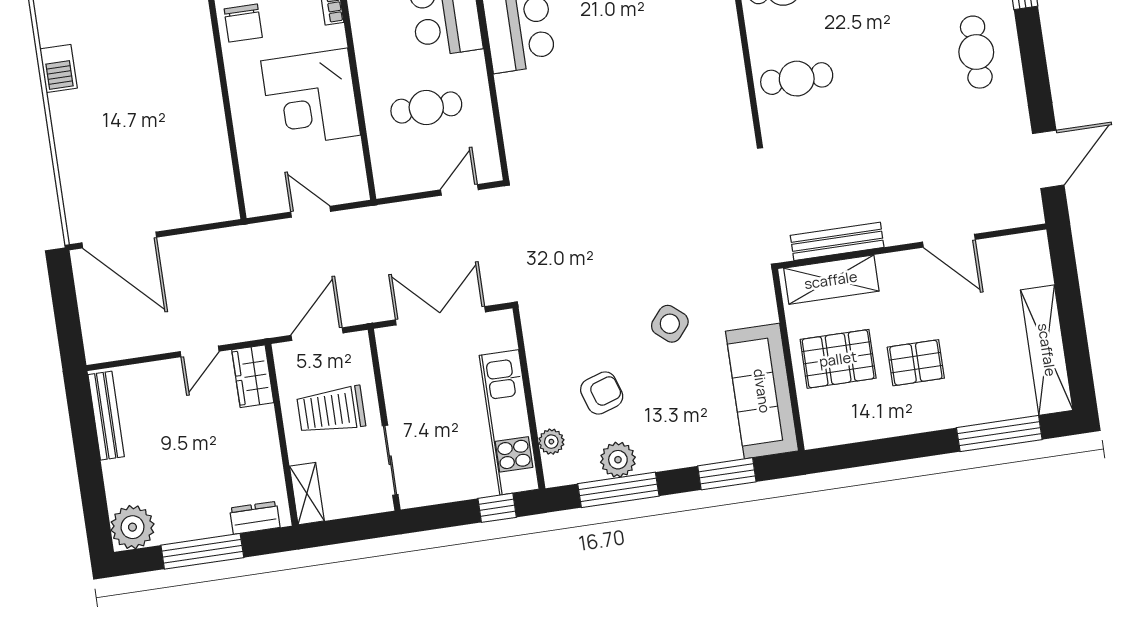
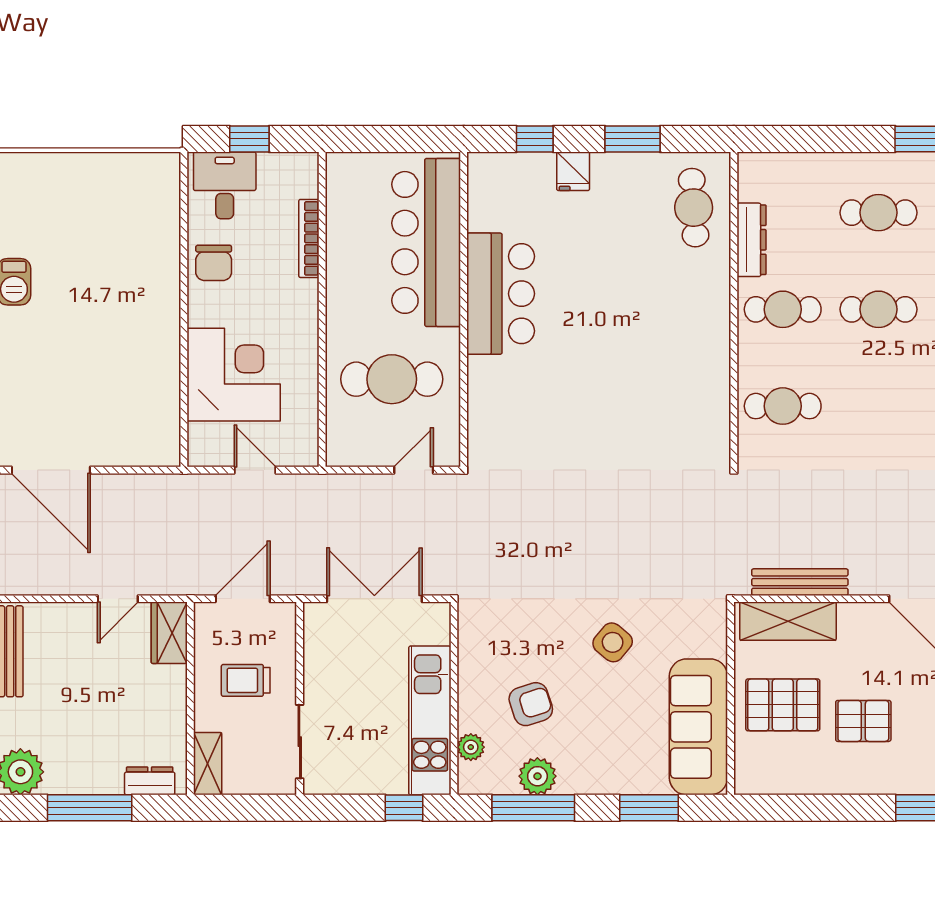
corner desk: (311, 98) -> (234, 375), moved, turned 180
cafe table: (426, 107) -> (392, 379), width x1.37, depth x1.35
trolley: (331, 410) -> (246, 680), width x0.73, depth x0.72

